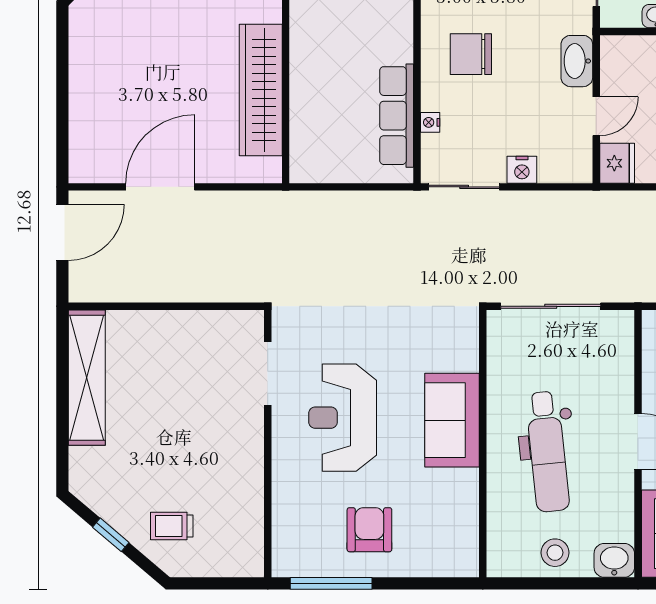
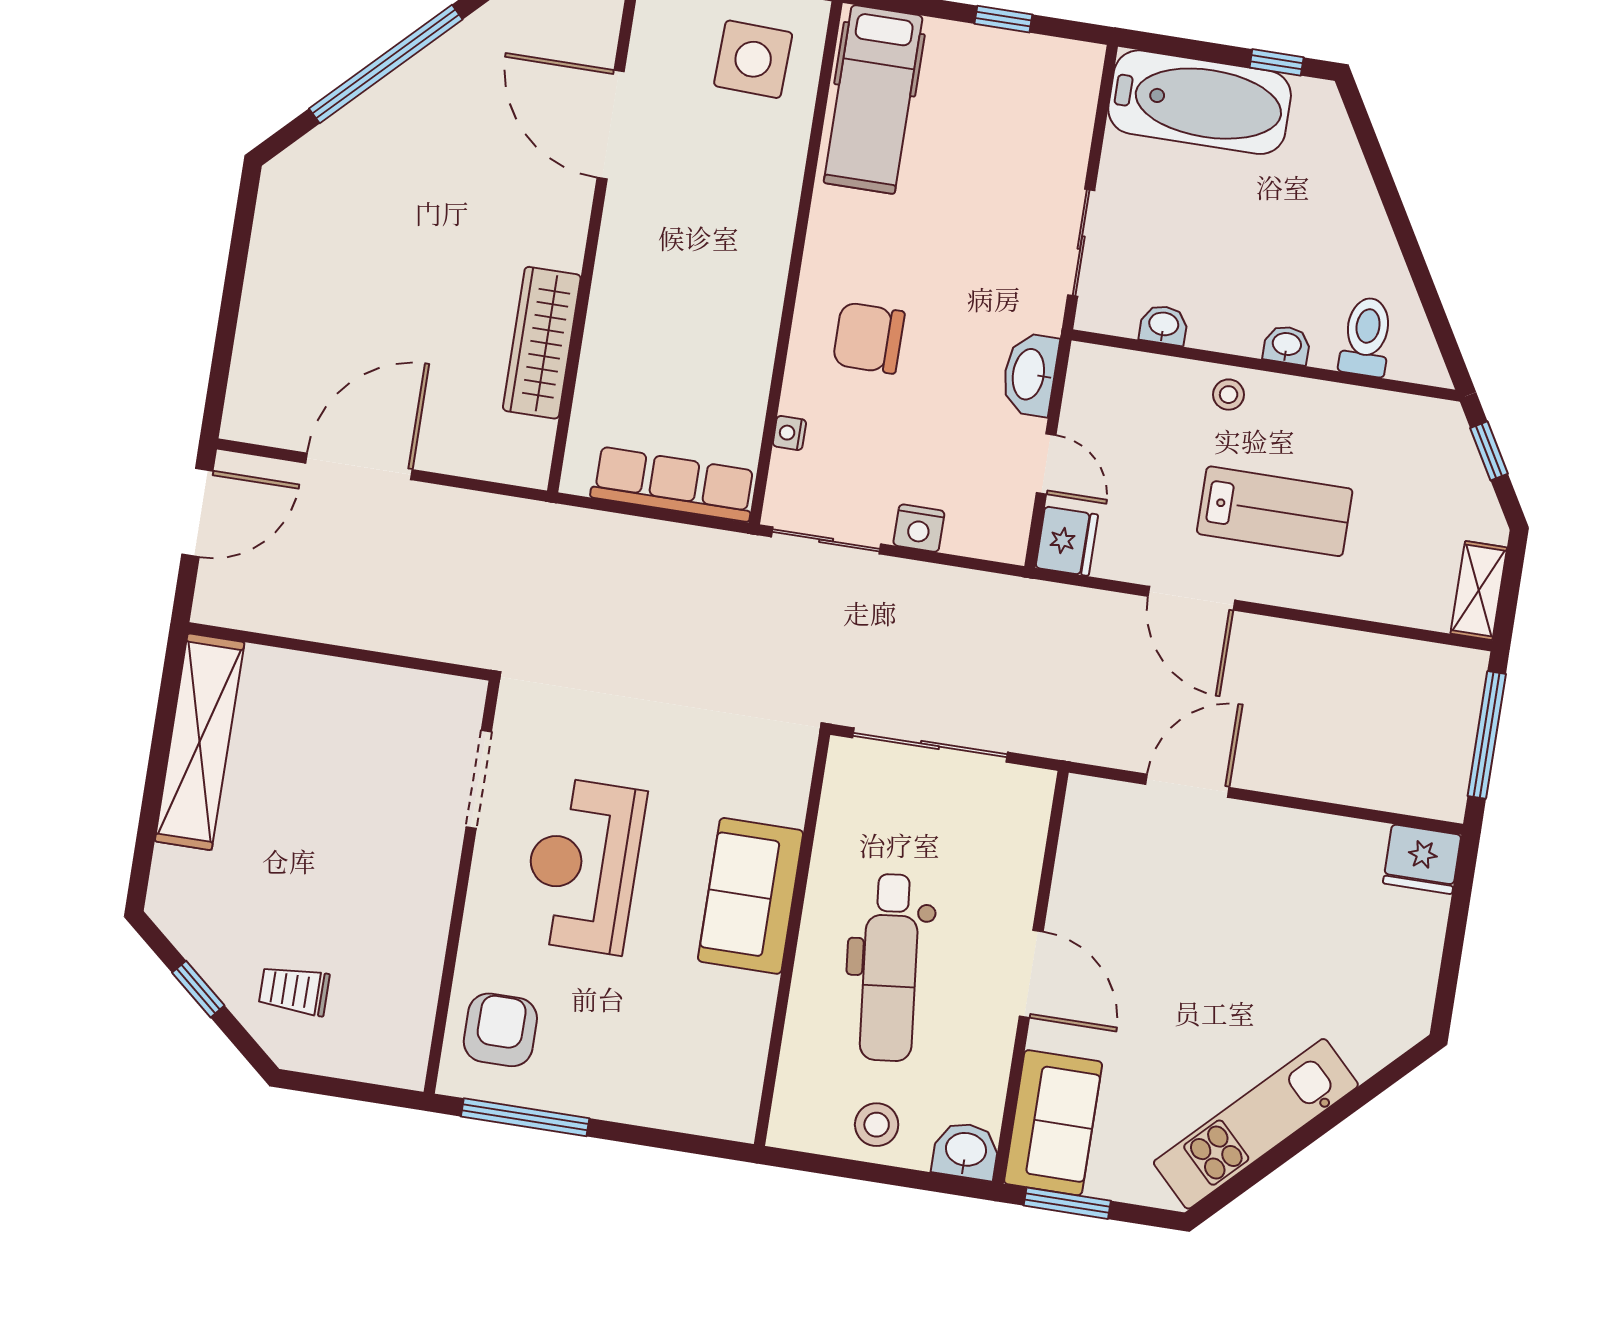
wardrobe: (261, 90) -> (542, 343), width x0.71, depth x0.85
row of seats: (397, 116) -> (673, 484), moved, turned 90
door: (596, 116) -> (1046, 464), hinge flipped
armchair: (369, 530) -> (500, 1030), moved

